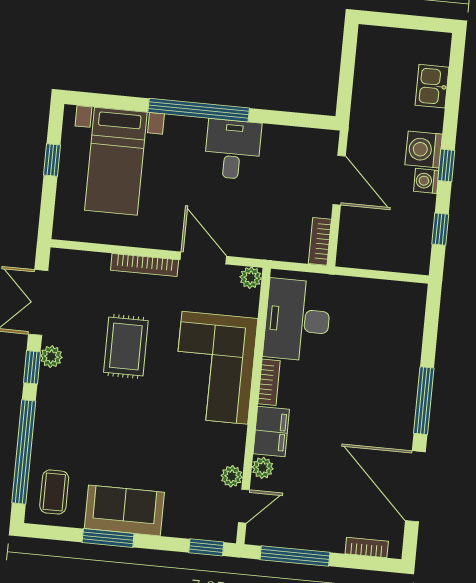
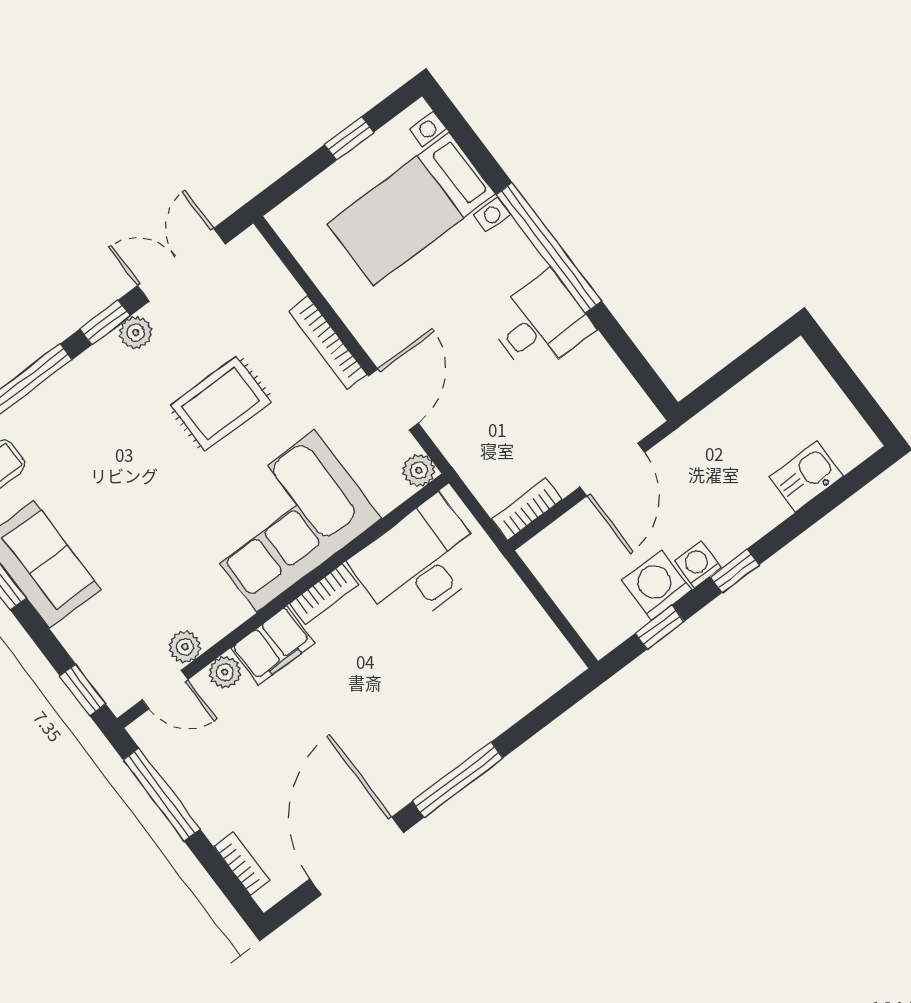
washing machine: (424, 150) -> (657, 585), moved

